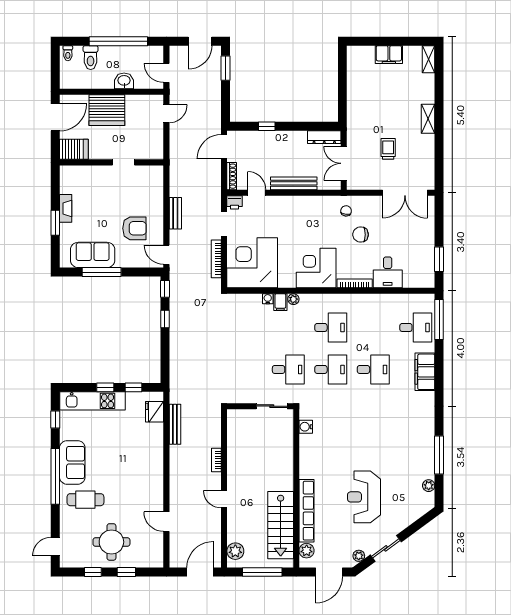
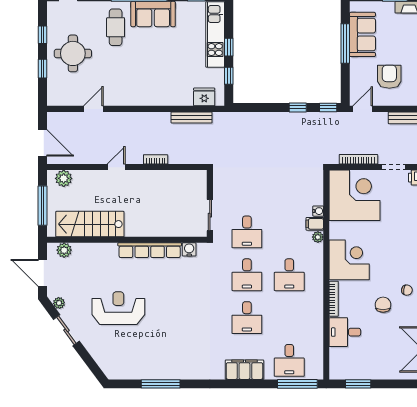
armchair: (134, 228) -> (389, 77), turned 180
plant: (429, 486) -> (130, 373), removed
row of seats: (307, 511) -> (150, 250), moved

